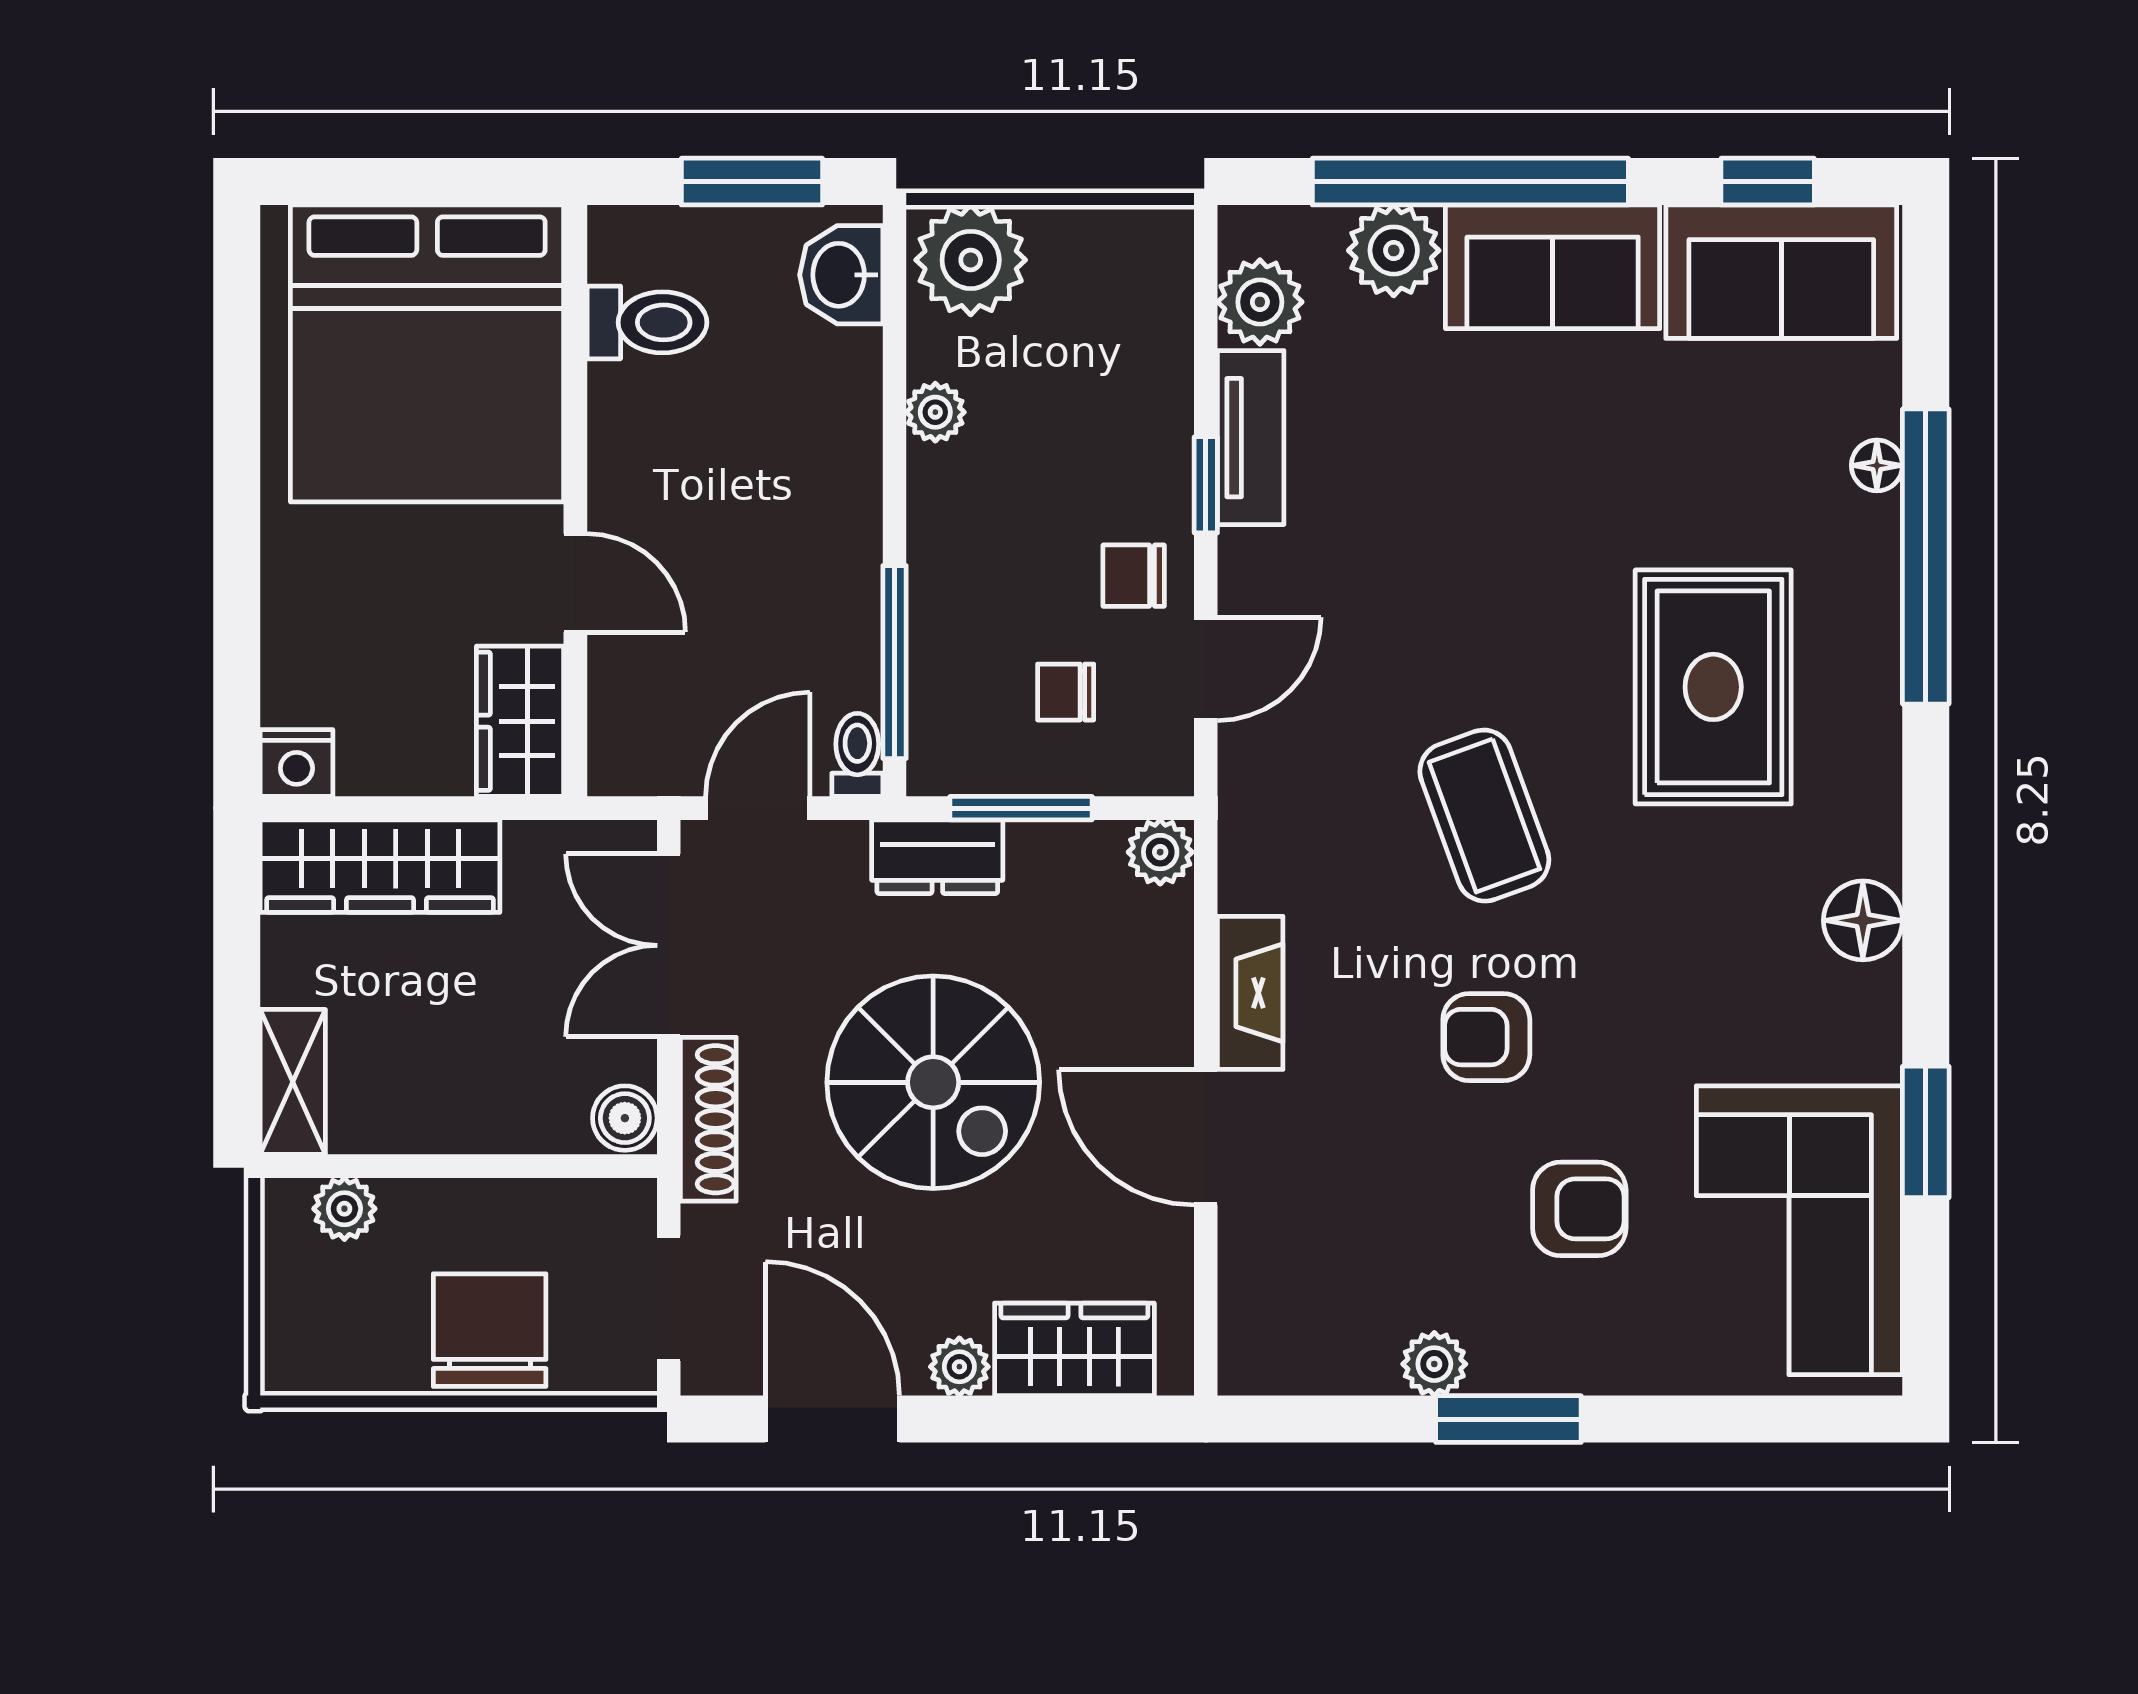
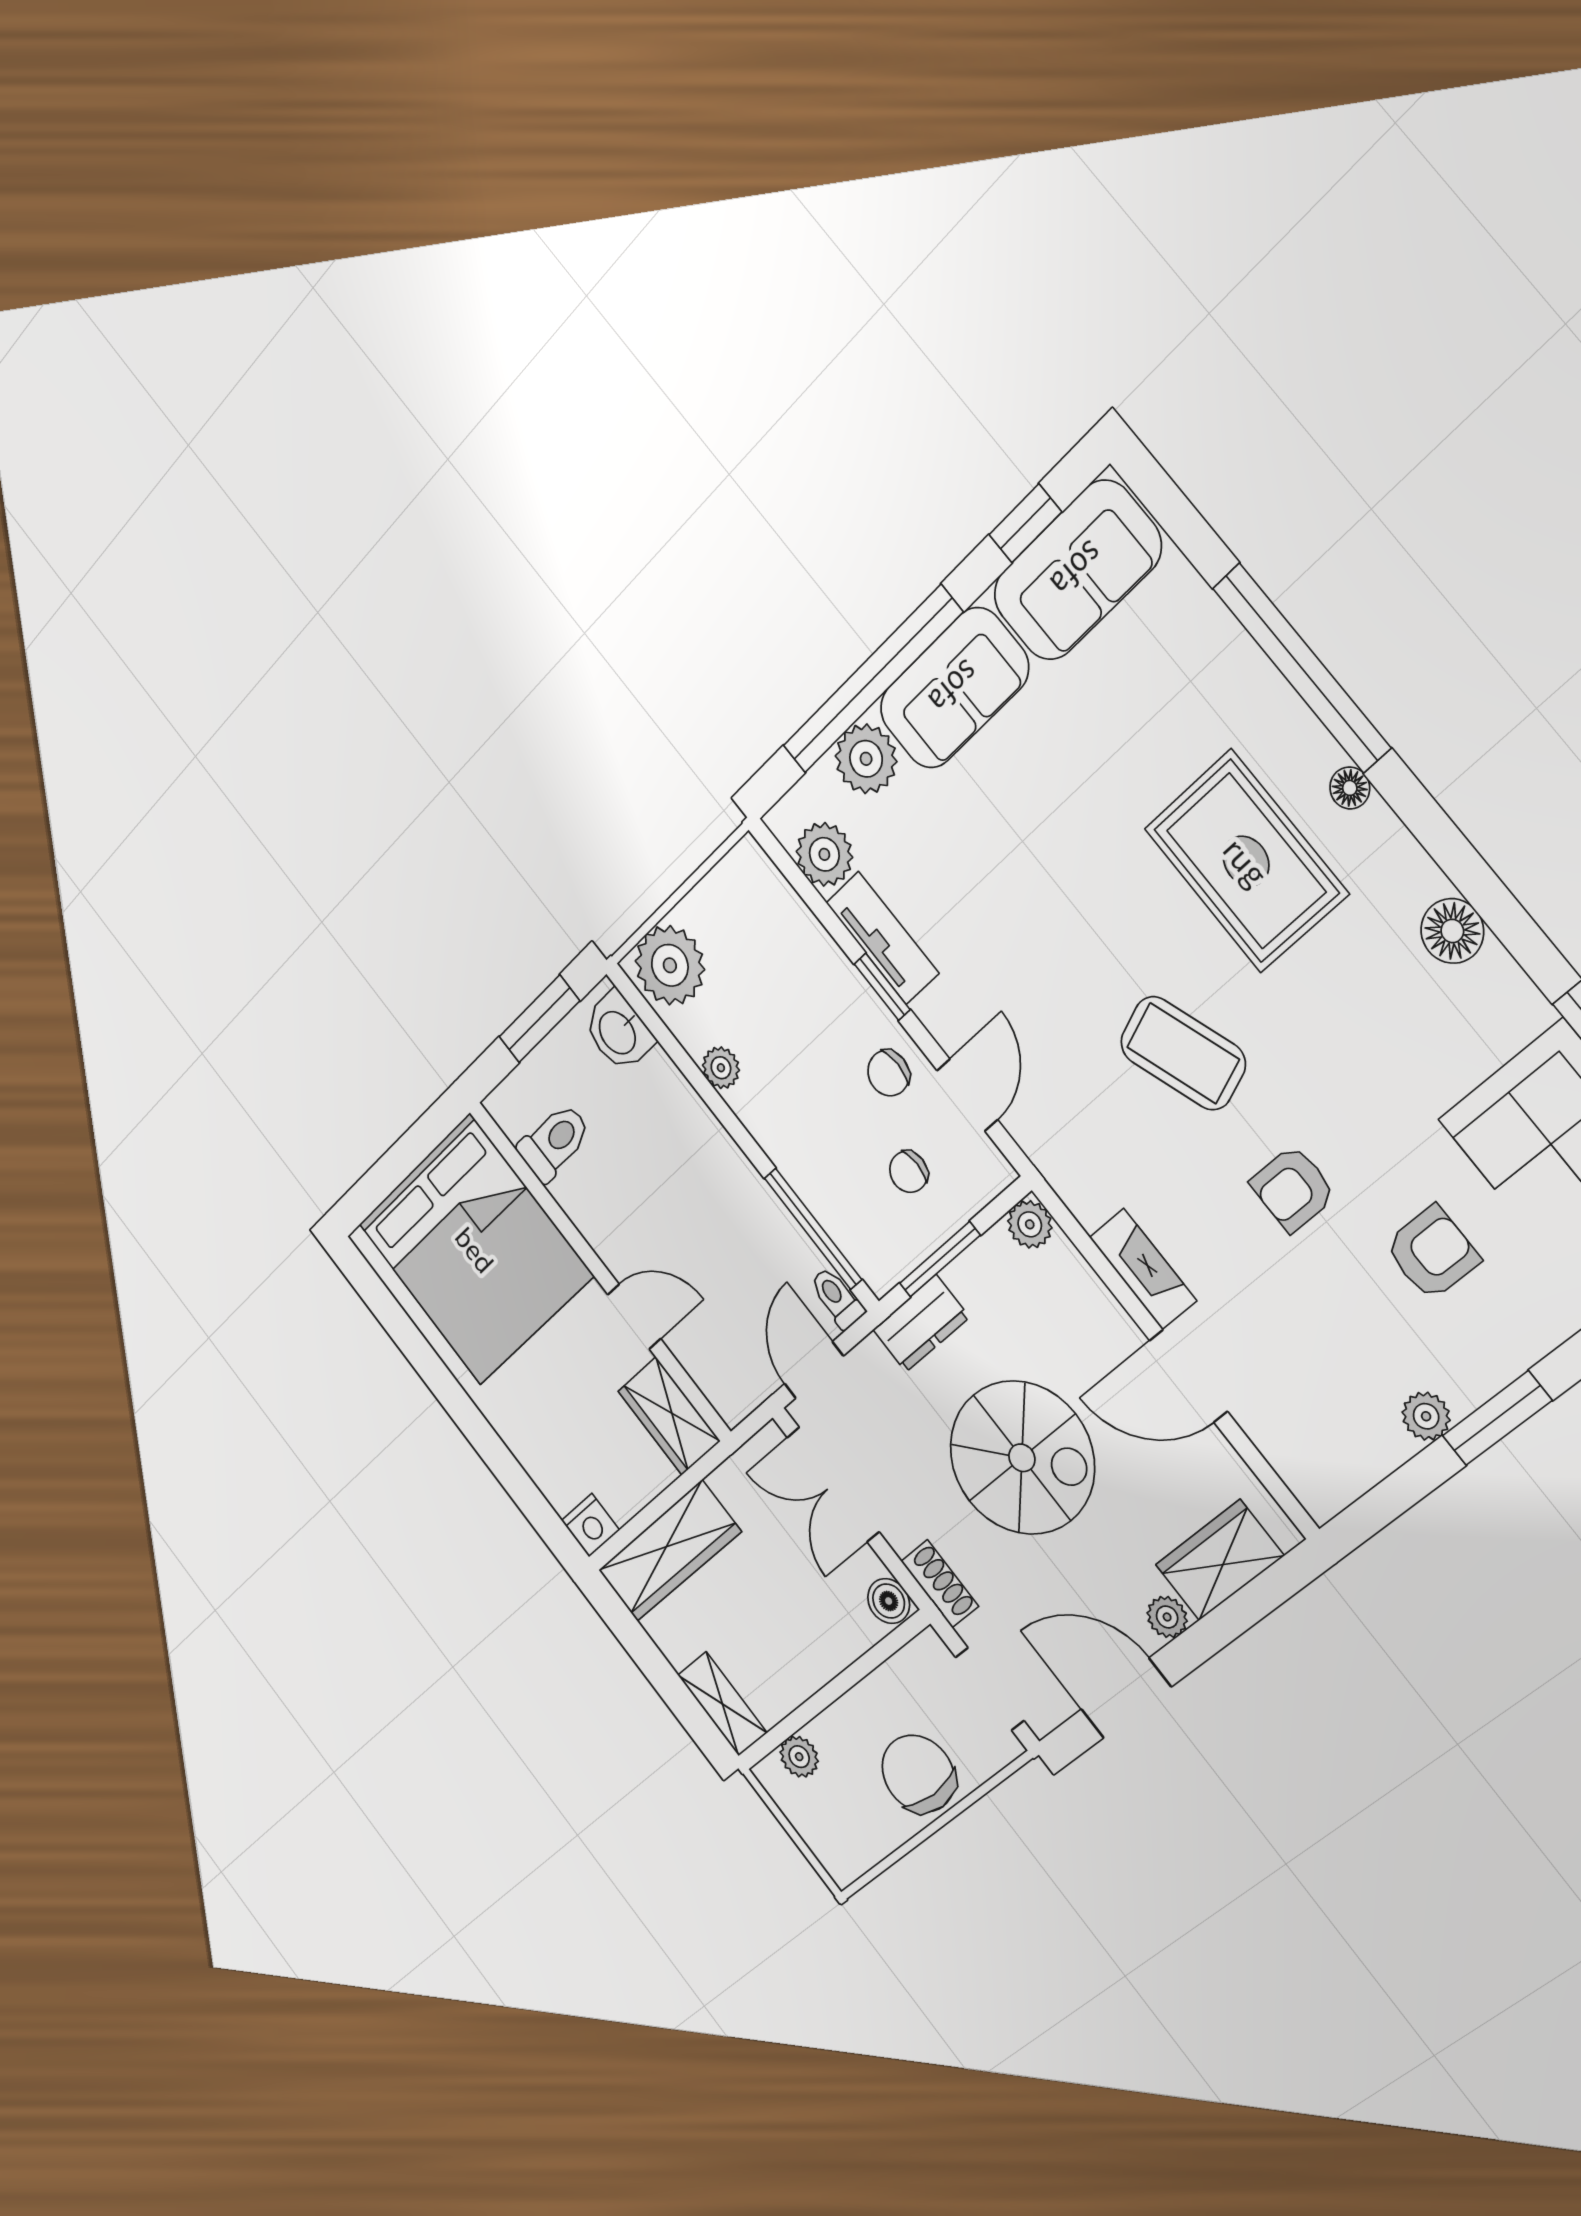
floor lamp: (1877, 465) -> (1350, 788), moved
shoe rack: (708, 1119) -> (940, 1584), width x0.70

